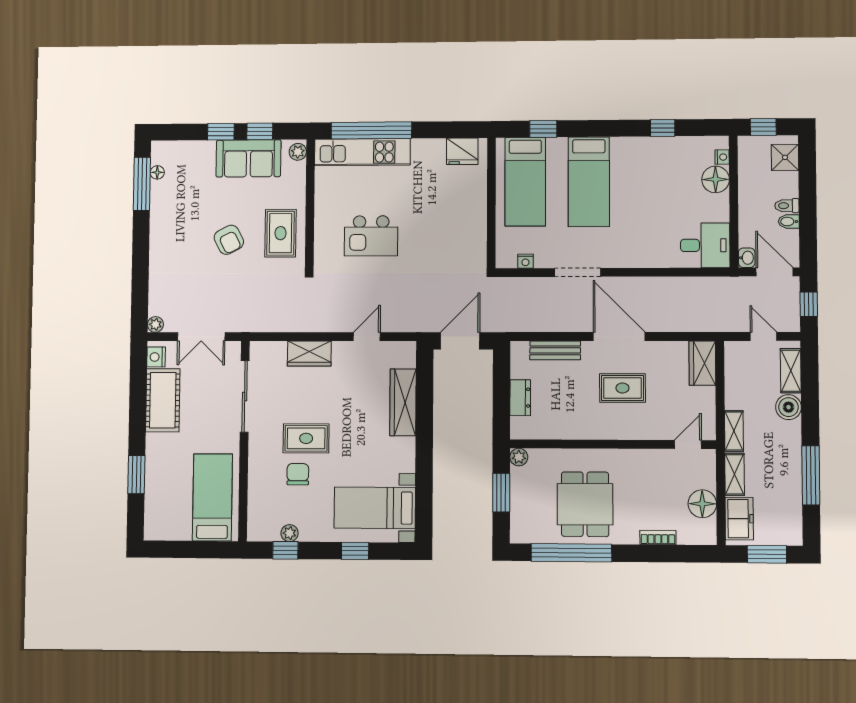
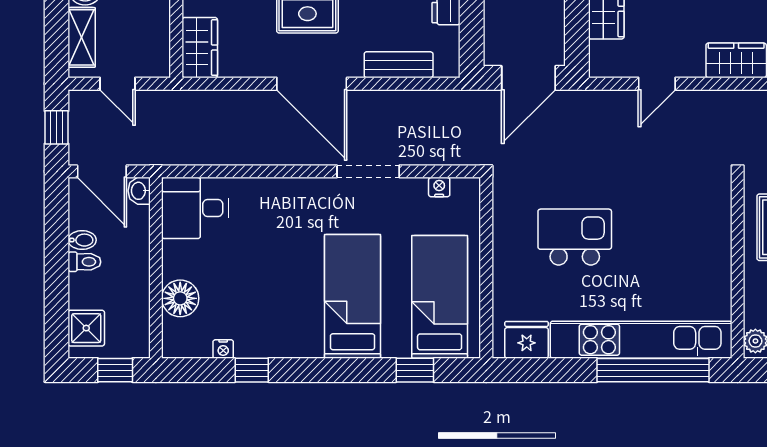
kitchen unit: (362, 152) -> (641, 340), width x1.36
nightstand: (722, 157) -> (223, 349), moved, turned -90
kitchen island: (371, 236) -> (575, 237), moved

